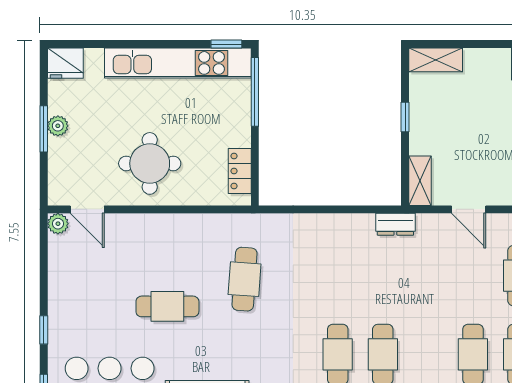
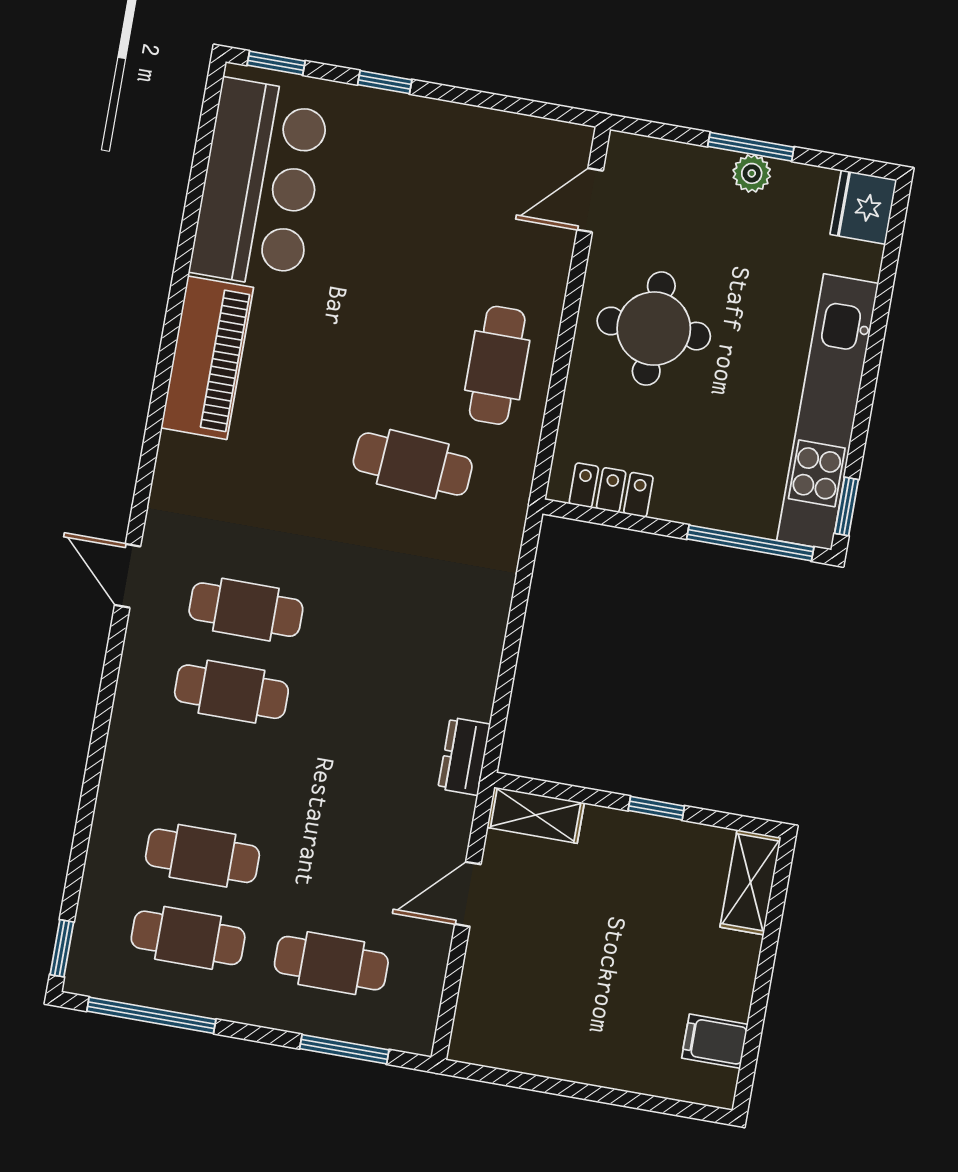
plant: (58, 224) -> (574, 142), removed
cafe table: (167, 306) -> (497, 365), moved

